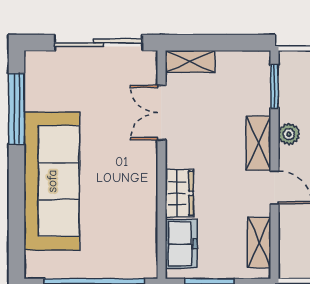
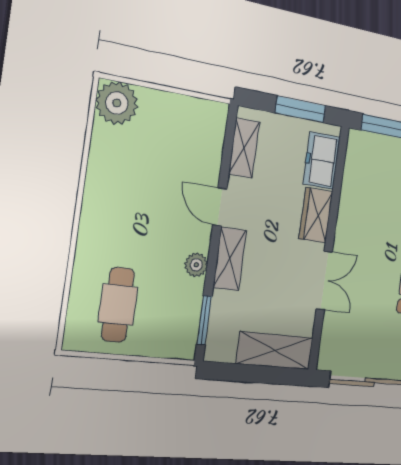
shelving: (190, 61) -> (275, 351), width x1.50, depth x1.33
double door: (161, 113) -> (324, 280), moved

